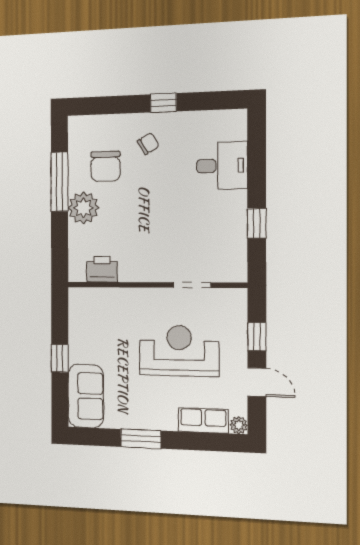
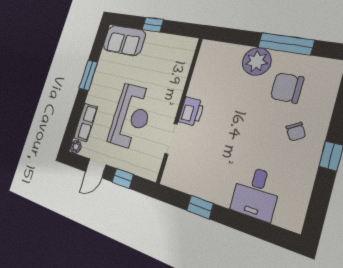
printer: (102, 269) -> (191, 111), moved

